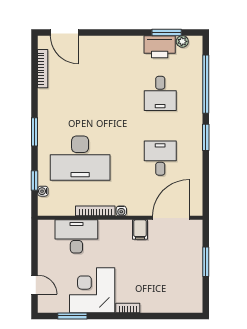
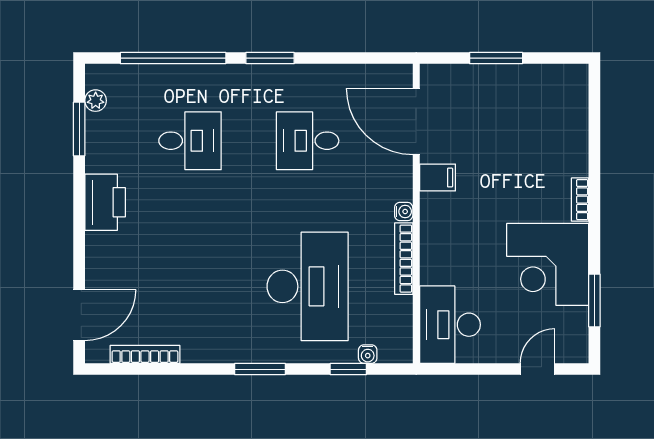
printer: (160, 47) -> (105, 202), moved
desk: (76, 236) -> (450, 325), moved

